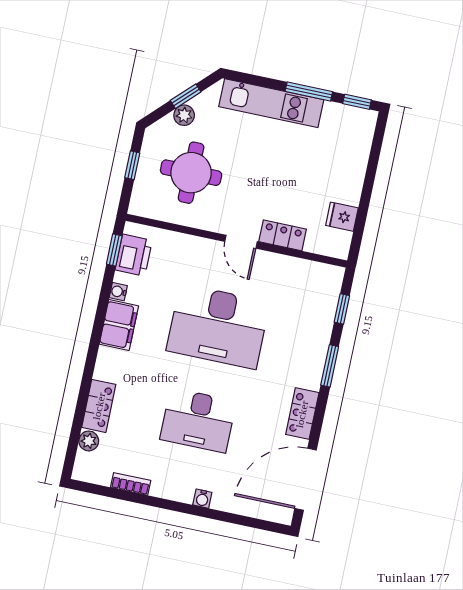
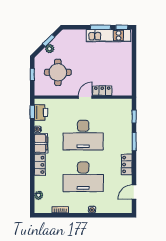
kitchen unit: (271, 103) -> (108, 36), moved
fridge: (342, 217) -> (126, 77), removed
door: (241, 242) -> (85, 97), swing flipped
locker: (99, 406) -> (40, 165), moved
desk: (198, 420) -> (83, 177), width x1.36, depth x1.30
door: (306, 479) -> (134, 192), width x0.53

